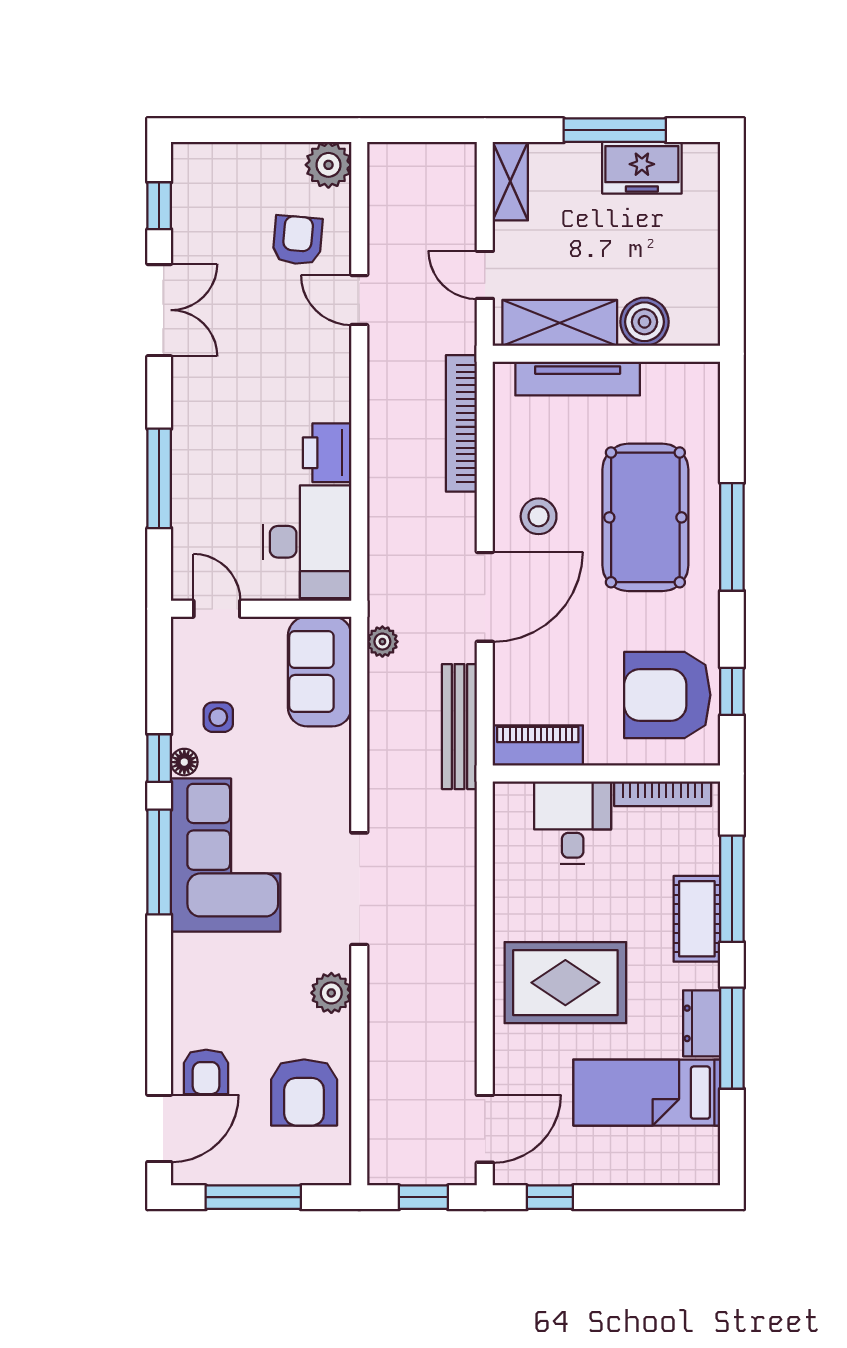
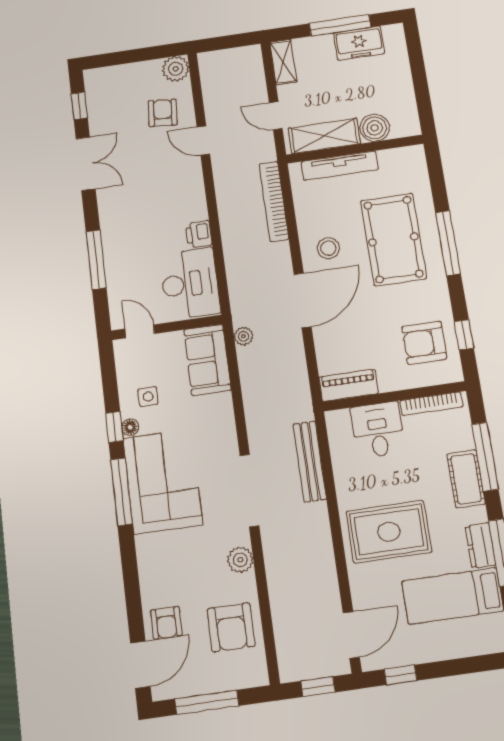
printer: (327, 453) -> (199, 234), width x0.73, depth x0.81
armchair: (667, 695) -> (424, 343), width x0.73, depth x0.73
bench: (459, 727) -> (310, 461), moved

